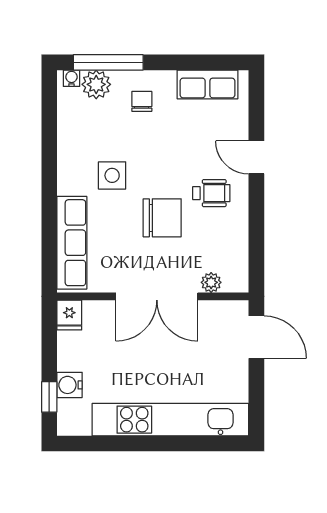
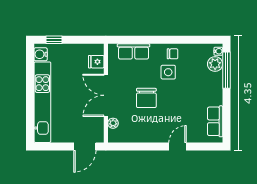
chair: (142, 101) -> (173, 54), moved
wheelchair: (211, 193) -> (159, 123), removed
row of seats: (72, 243) -> (134, 51), width x0.68
fridge: (69, 315) -> (96, 62), moved
water cooler: (70, 385) -> (41, 54), moved, turned -90

